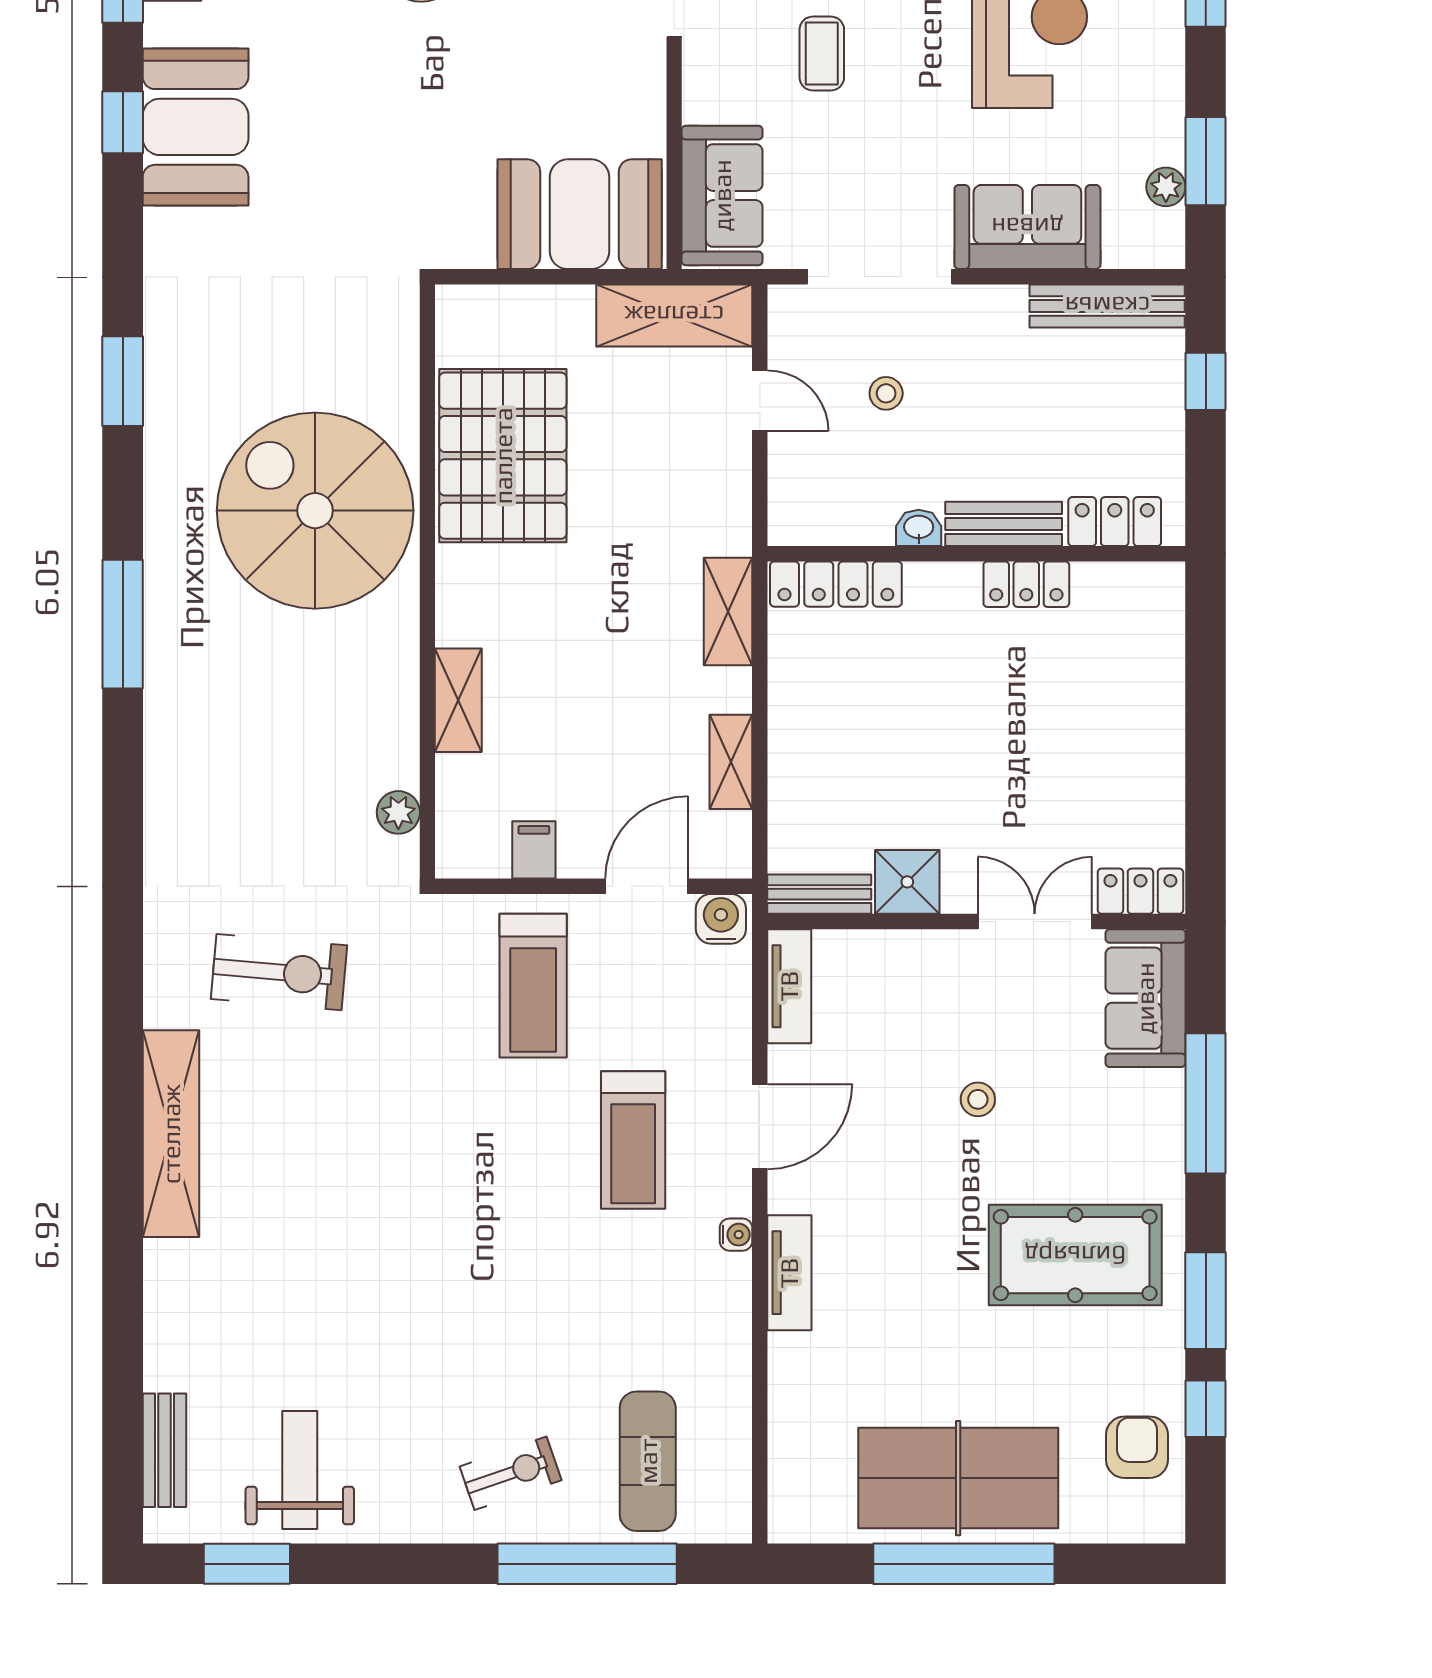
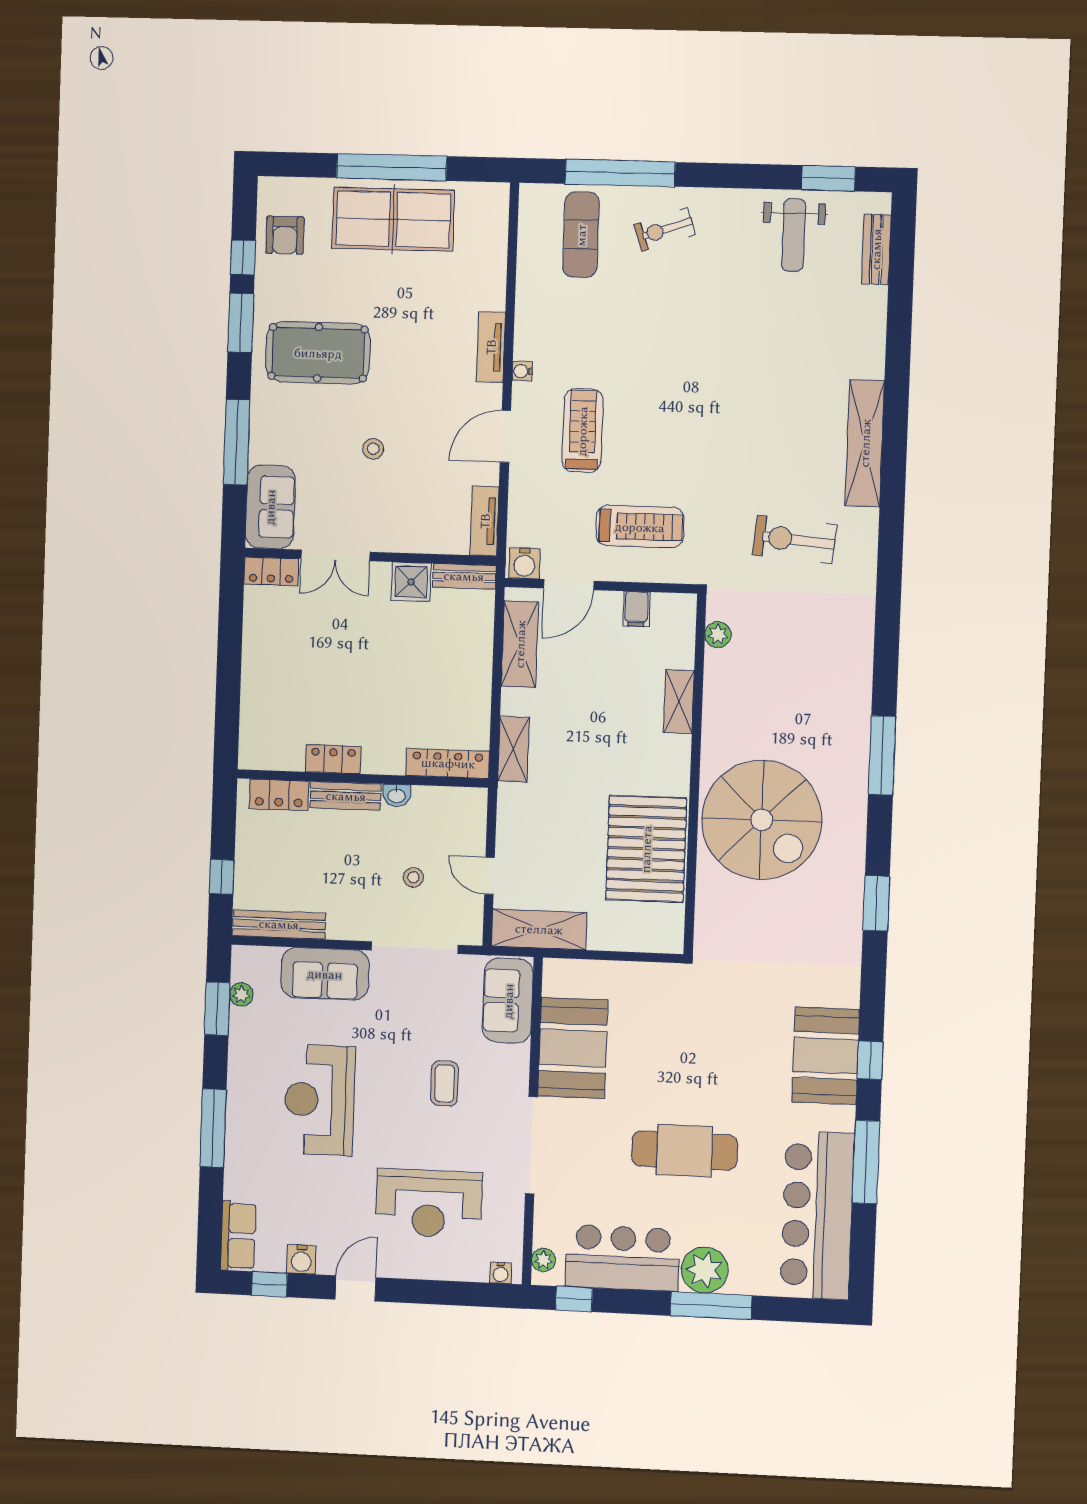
booth: (580, 214) -> (573, 1048), moved, turned 90
shelving: (731, 762) -> (520, 644), width x1.50, depth x1.33
treadmill: (533, 986) -> (640, 527), turned 90

